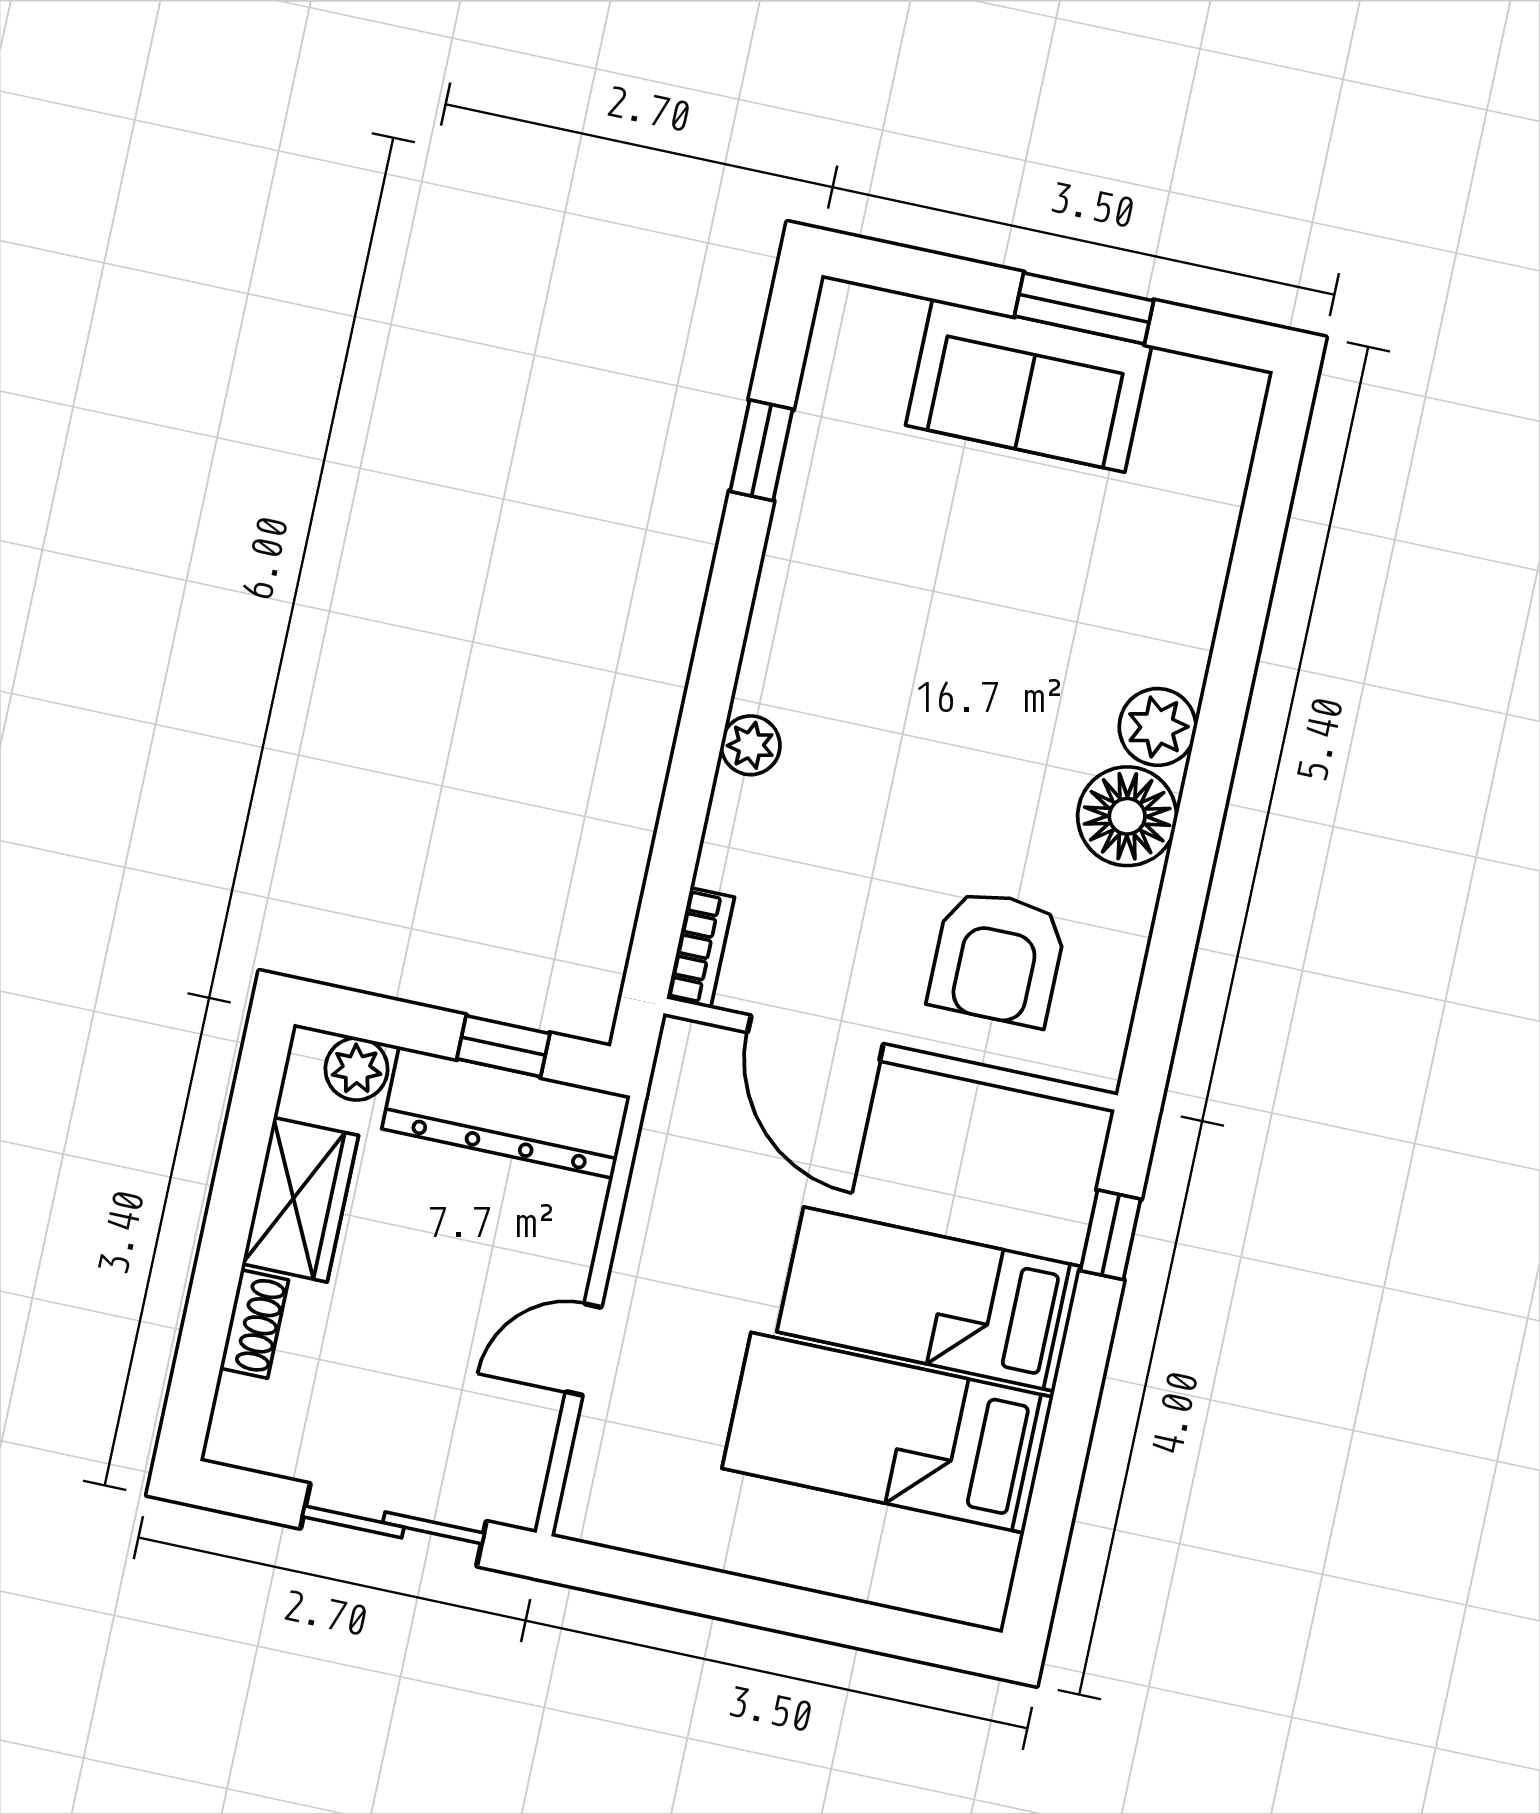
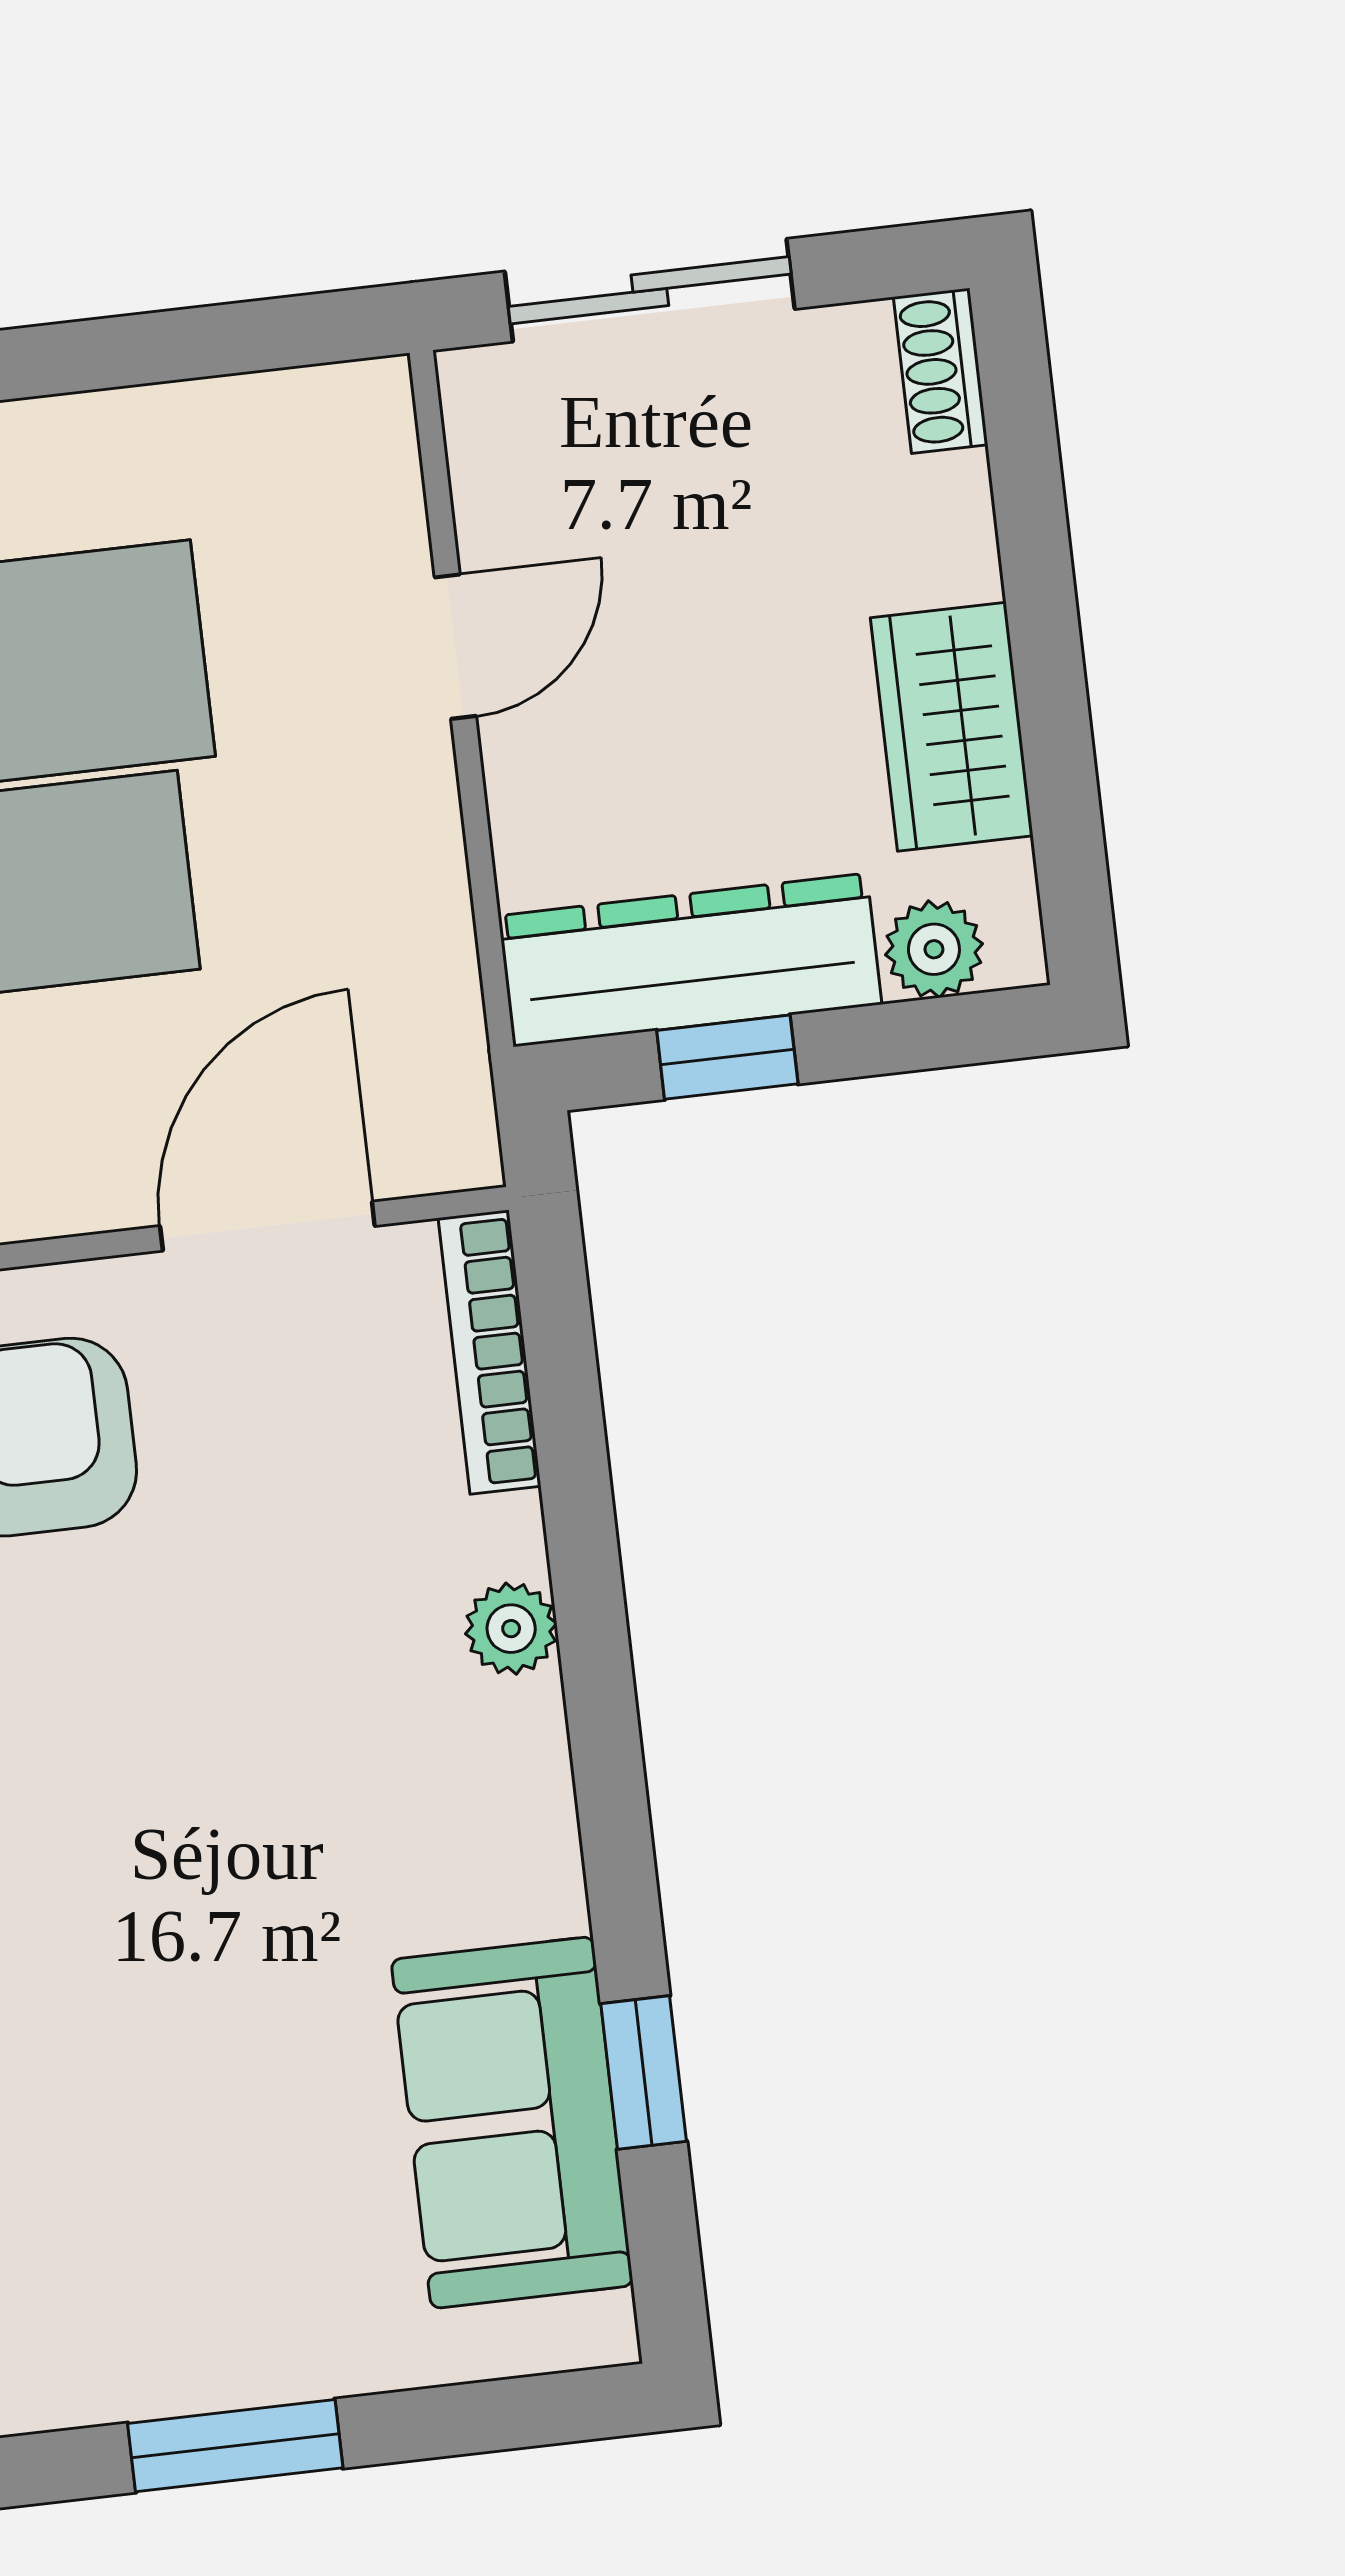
sofa: (1029, 385) -> (512, 2123), moved, turned -90
bookcase: (700, 948) -> (490, 1352), width x1.56
door: (815, 1038) -> (267, 1226), hinge flipped
shoe rack: (254, 1324) -> (941, 371), moved

